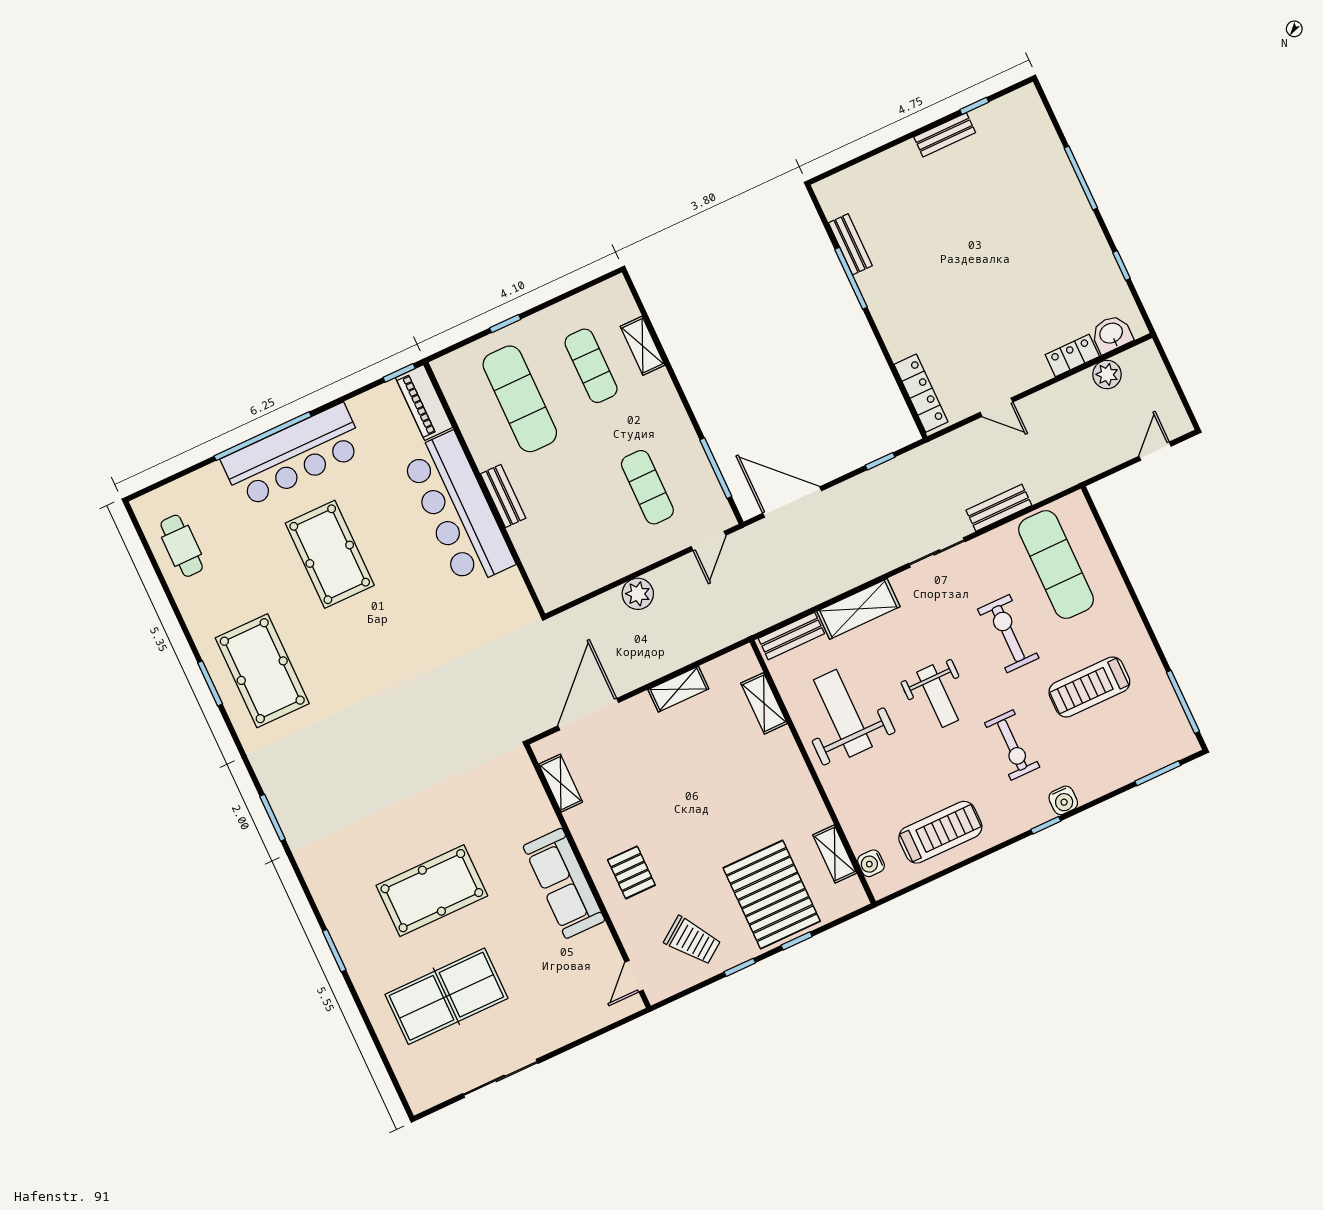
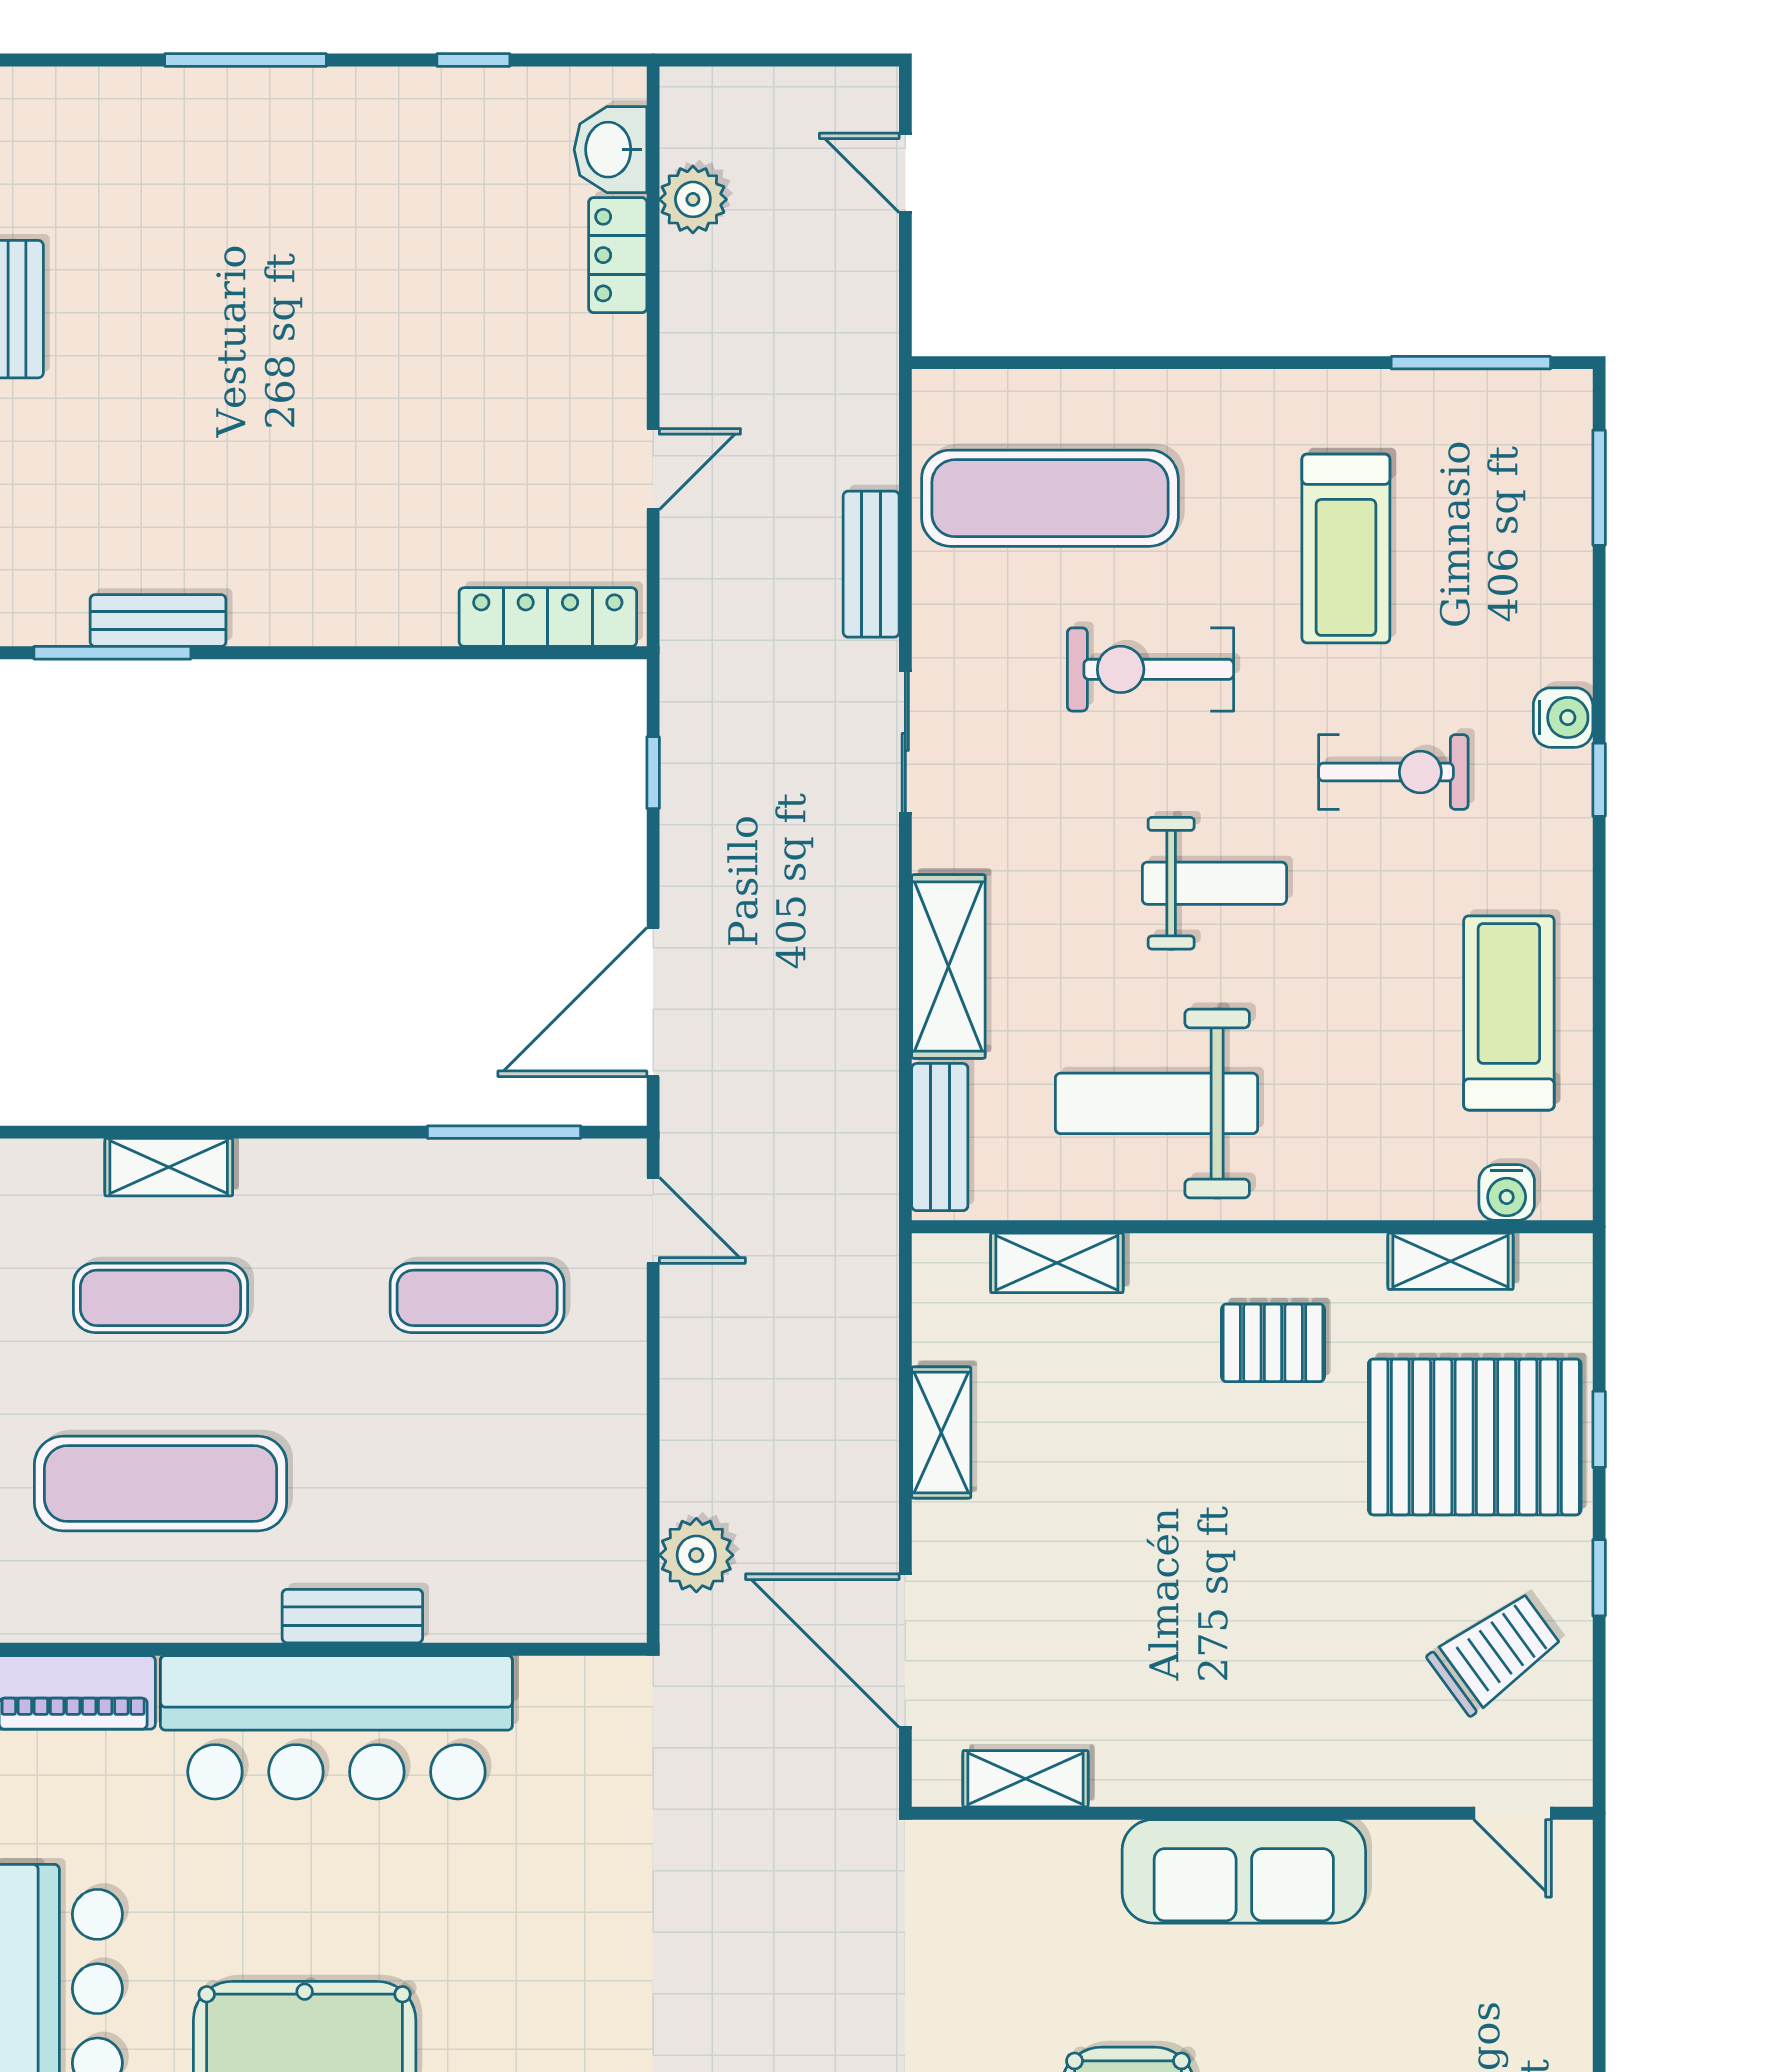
window: (851, 278) -> (112, 653), moved
plant: (638, 594) -> (696, 1555), moved
pallet: (631, 872) -> (1273, 1343), moved

